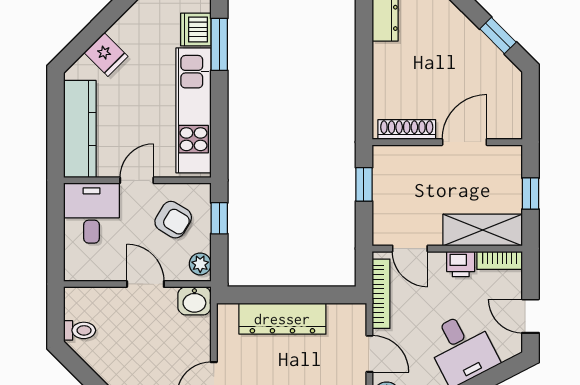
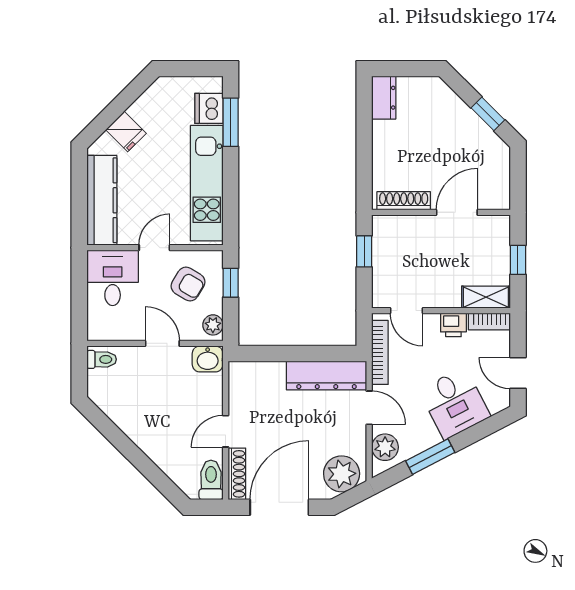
shelving: (483, 230) -> (486, 297), width x0.67, depth x0.75
dresser: (282, 319) -> (327, 375), moved
toilet: (80, 330) -> (102, 359), moved

